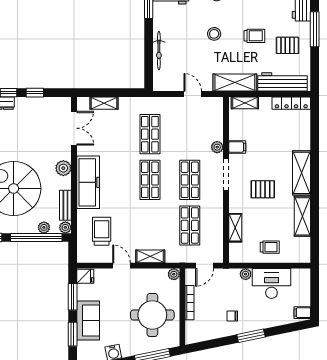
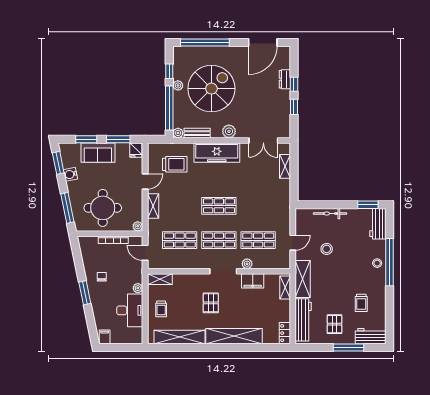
stool: (214, 34) -> (327, 249), moved
trolley: (254, 36) -> (361, 303), moved
locker: (291, 103) -> (285, 333), width x0.66
shop shelf: (150, 134) -> (258, 240), moved
filing cabinet: (237, 147) -> (253, 281), width x2.00
shelving: (301, 173) -> (234, 336), width x1.47
shelving: (302, 216) -> (179, 337), width x1.47
plant: (44, 227) -> (178, 85), moved
shelving: (235, 228) -> (160, 279), moved

